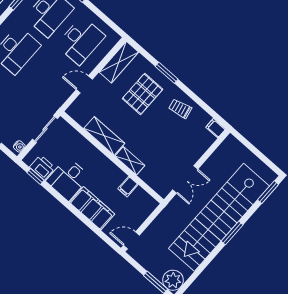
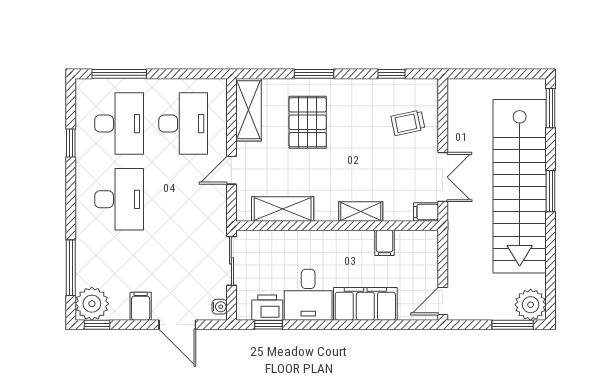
window: (205, 106) -> (391, 74), added
trolley: (180, 109) -> (408, 123), moved
filing cabinet: (216, 128) -> (426, 212), moved
shelving: (104, 136) -> (283, 209), moved

